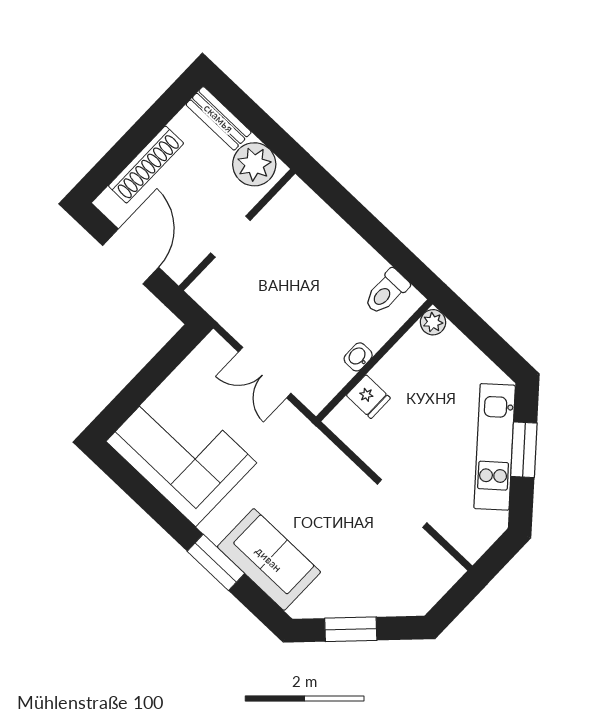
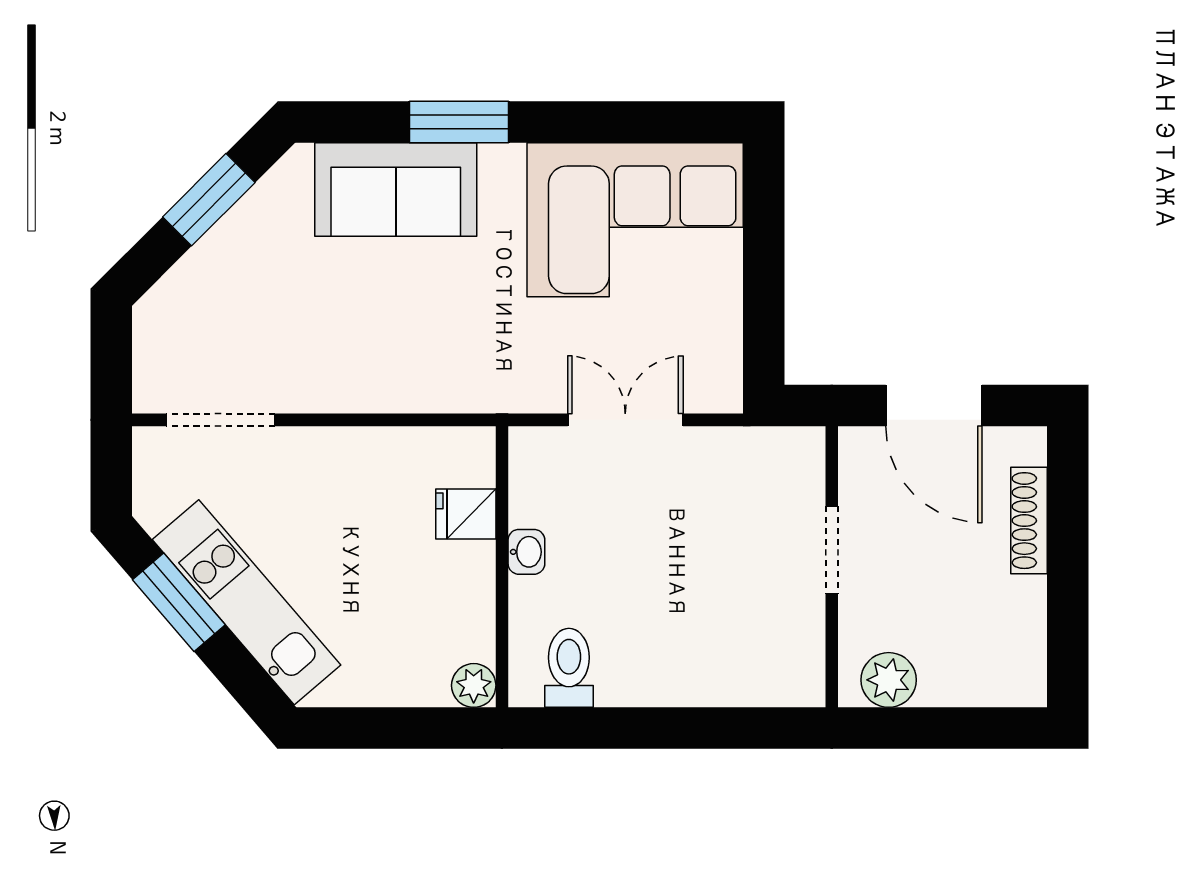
bench: (219, 118) -> (989, 685), removed
plant: (254, 164) -> (889, 680), width x0.73, depth x0.73
shoe rack: (146, 165) -> (1029, 521), width x0.74, depth x0.81
window: (524, 450) -> (179, 602), moved
doorway: (402, 504) -> (221, 420), moved

